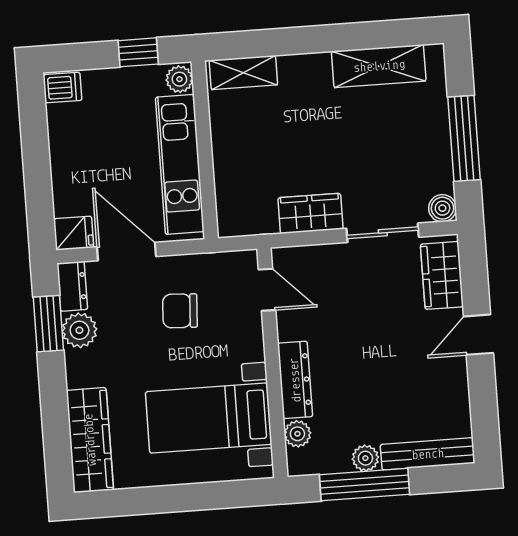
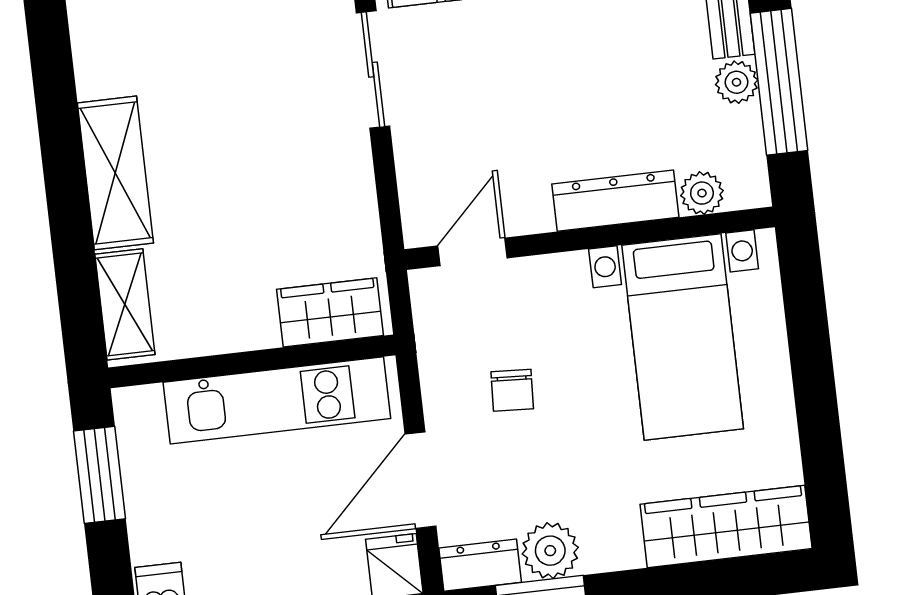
window: (138, 52) -> (99, 475), width x1.50
shelving: (379, 66) -> (115, 173), moved
plant: (179, 79) -> (140, 407), removed
wardrobe: (310, 213) -> (330, 312), moved, turned 90
chair: (180, 311) -> (512, 390), width x0.73, depth x0.73

